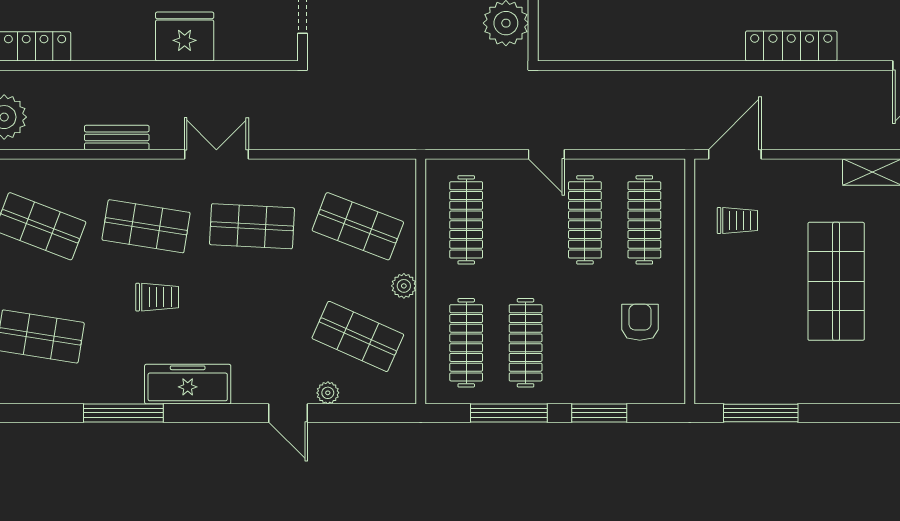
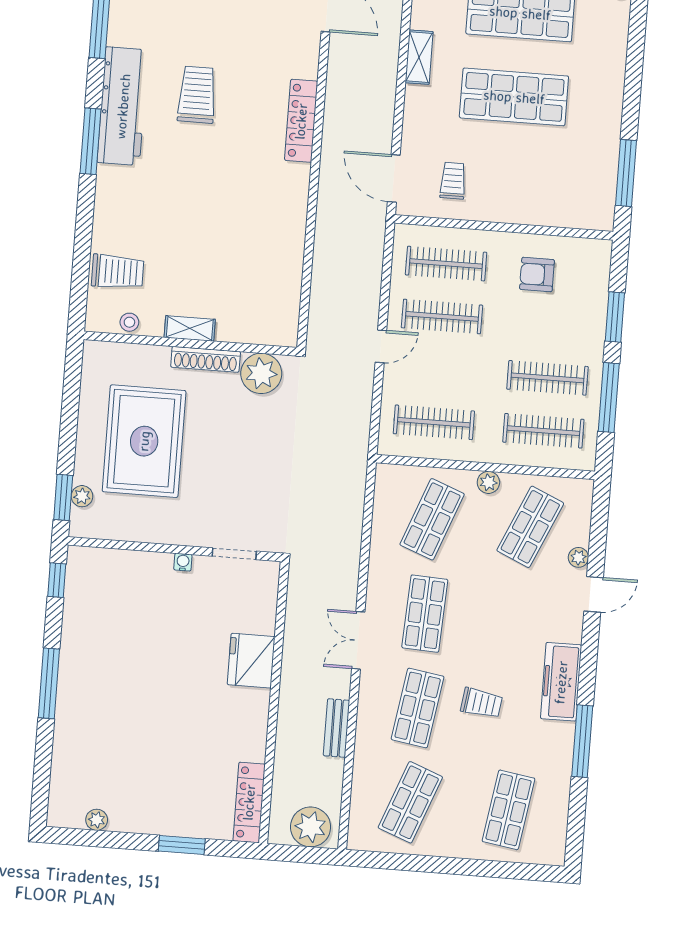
trolley: (157, 297) -> (481, 703), turned 98

